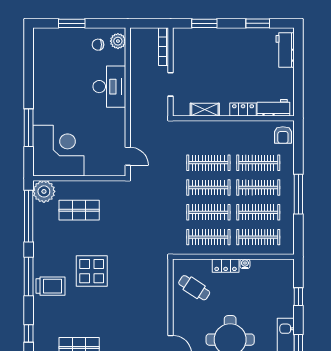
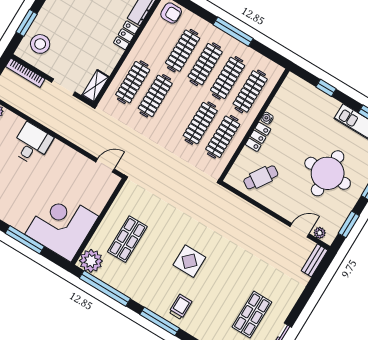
stool: (194, 45) -> (40, 44), added
desk: (109, 87) -> (32, 144), width x0.73
shelving: (205, 110) -> (95, 86), moved
clothes rail: (208, 188) -> (133, 82), moved
display table: (92, 271) -> (189, 261), width x0.73, depth x0.73
trolley: (51, 286) -> (180, 307), width x0.73, depth x0.72

